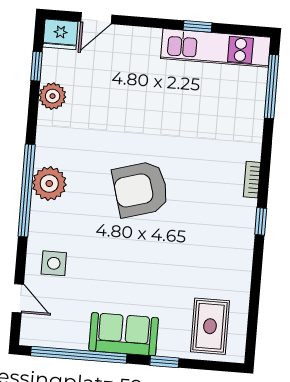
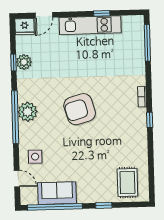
kitchen unit: (216, 48) -> (90, 25), moved
window: (37, 66) -> (14, 62), moved
sofa: (124, 334) -> (57, 193), moved

